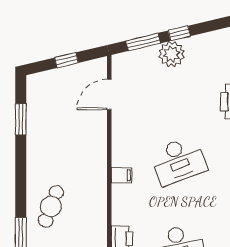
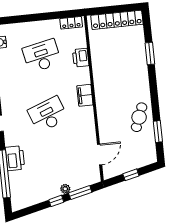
plant: (172, 54) -> (65, 189), width x0.53, depth x0.53
filing cabinet: (122, 175) -> (85, 95), width x2.00
cafe table: (51, 206) -> (139, 117), moved

